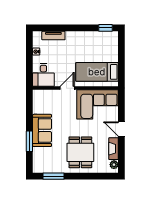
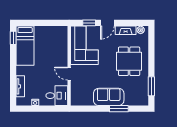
bed: (97, 72) -> (25, 46), moved
window: (121, 109) -> (89, 23), added
dining table: (80, 152) -> (129, 61), turned 90

